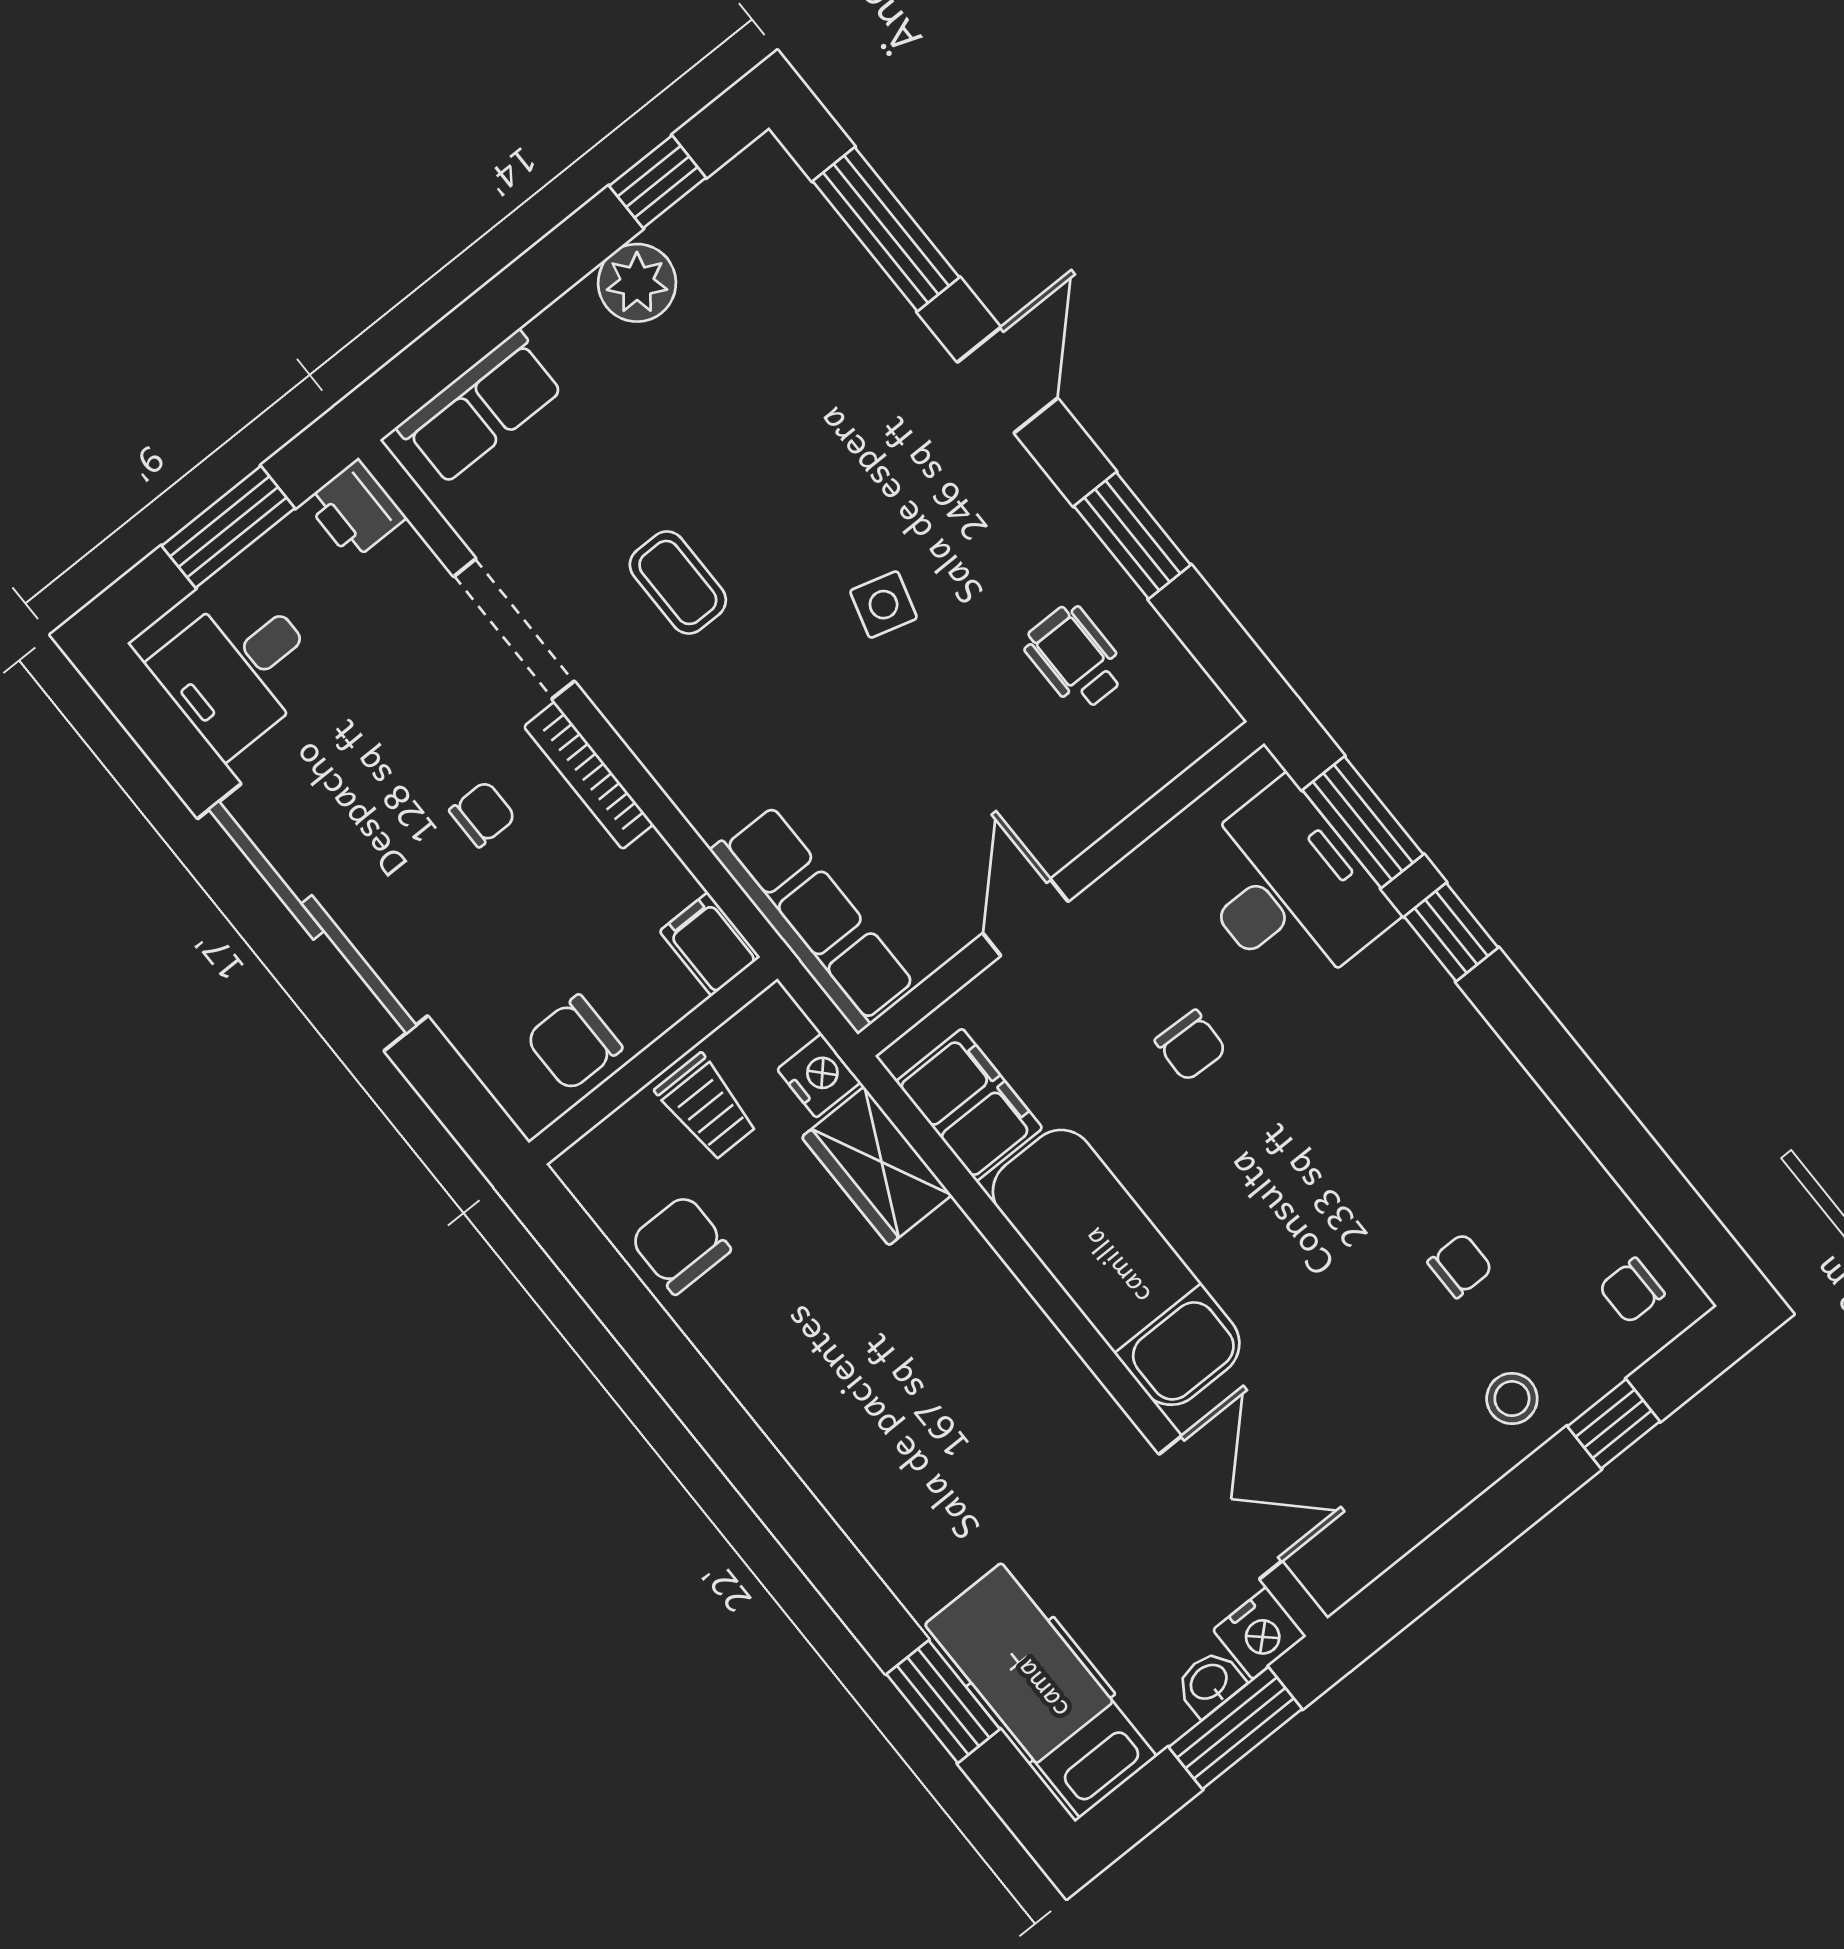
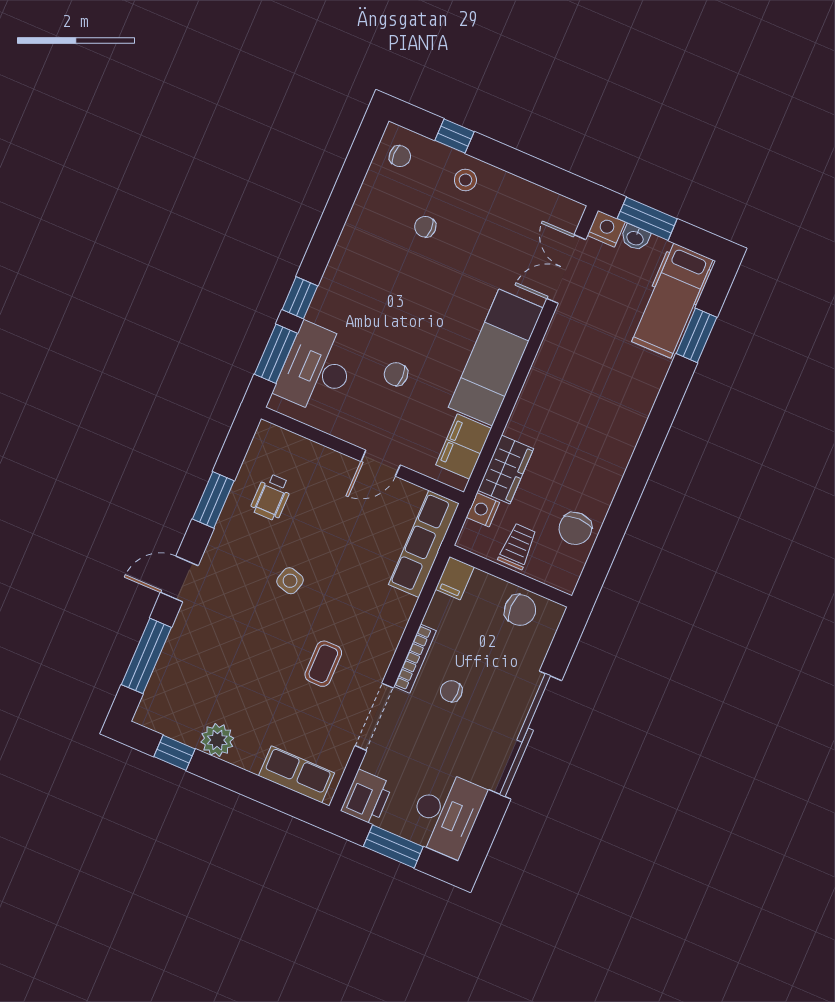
printer: (355, 510) -> (367, 797), width x1.36, depth x1.24
desk: (238, 670) -> (446, 814), width x1.37
chair: (1191, 1046) -> (396, 374), turned -92

